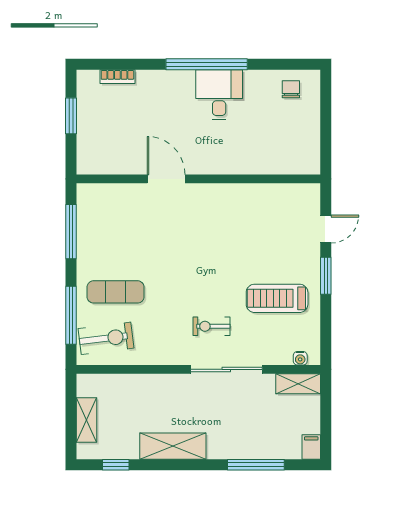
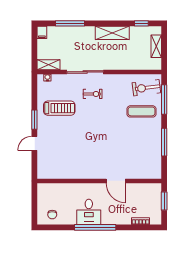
door: (166, 179) -> (116, 181), moved
wall: (198, 179) -> (99, 181), moved

